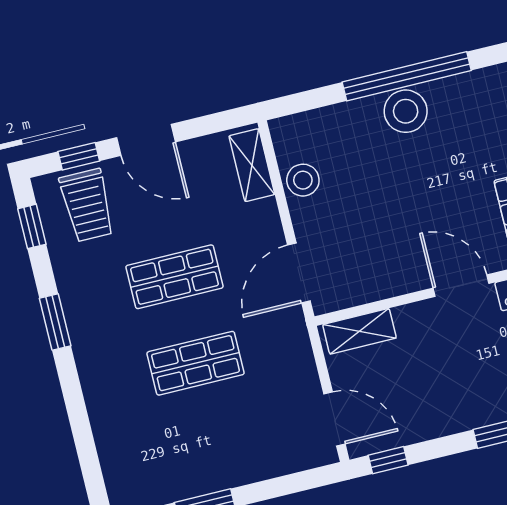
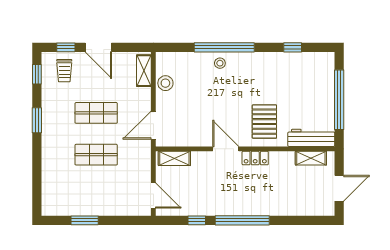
stool: (406, 111) -> (220, 63), width x0.53, depth x0.53
trolley: (87, 205) -> (64, 71), width x0.73, depth x0.72
window: (388, 460) -> (197, 220), moved

